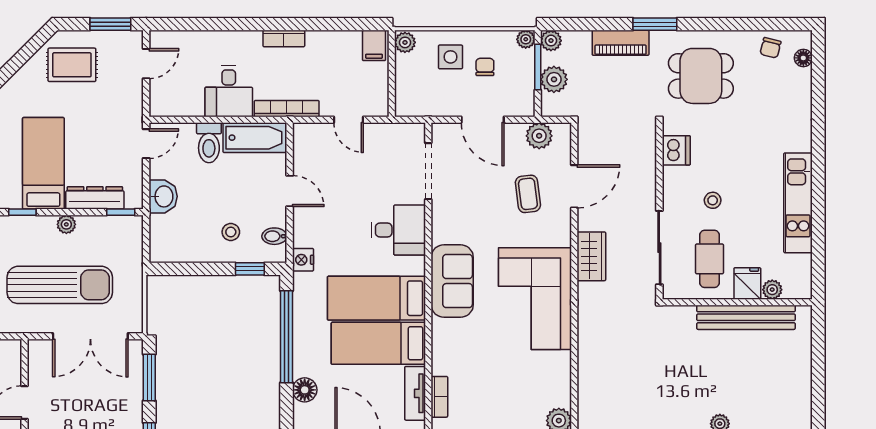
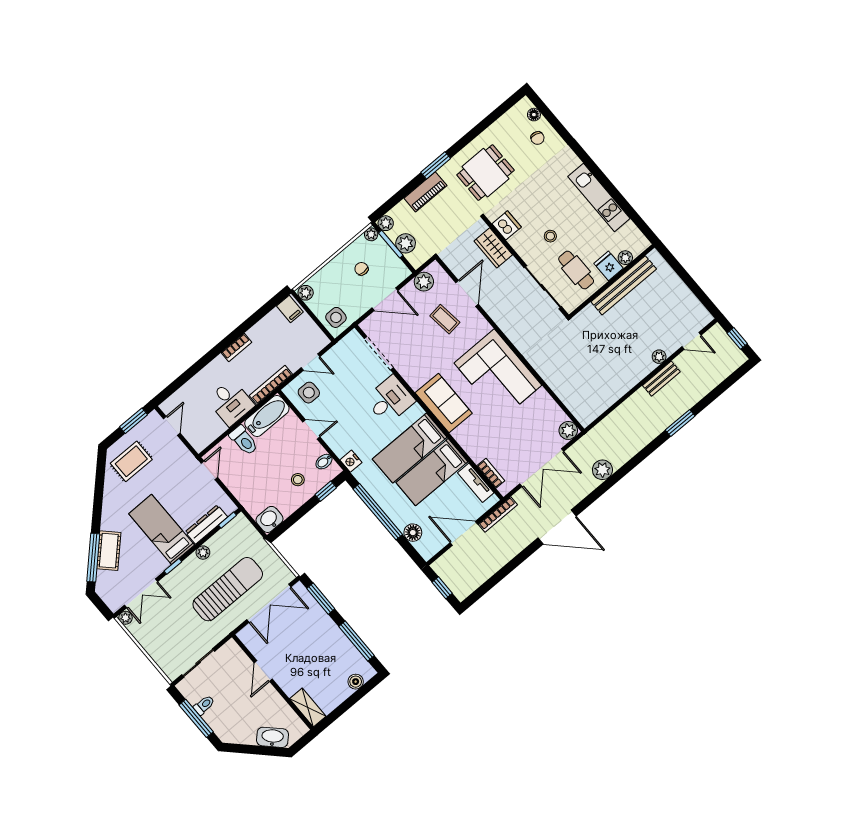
chair: (770, 48) -> (537, 138), moved
side table: (451, 57) -> (336, 317), moved
side table: (320, 150) -> (309, 393), added
washbasin: (163, 196) -> (269, 519), moved, turned -90
wardrobe: (591, 256) -> (493, 248), moved, turned 180

